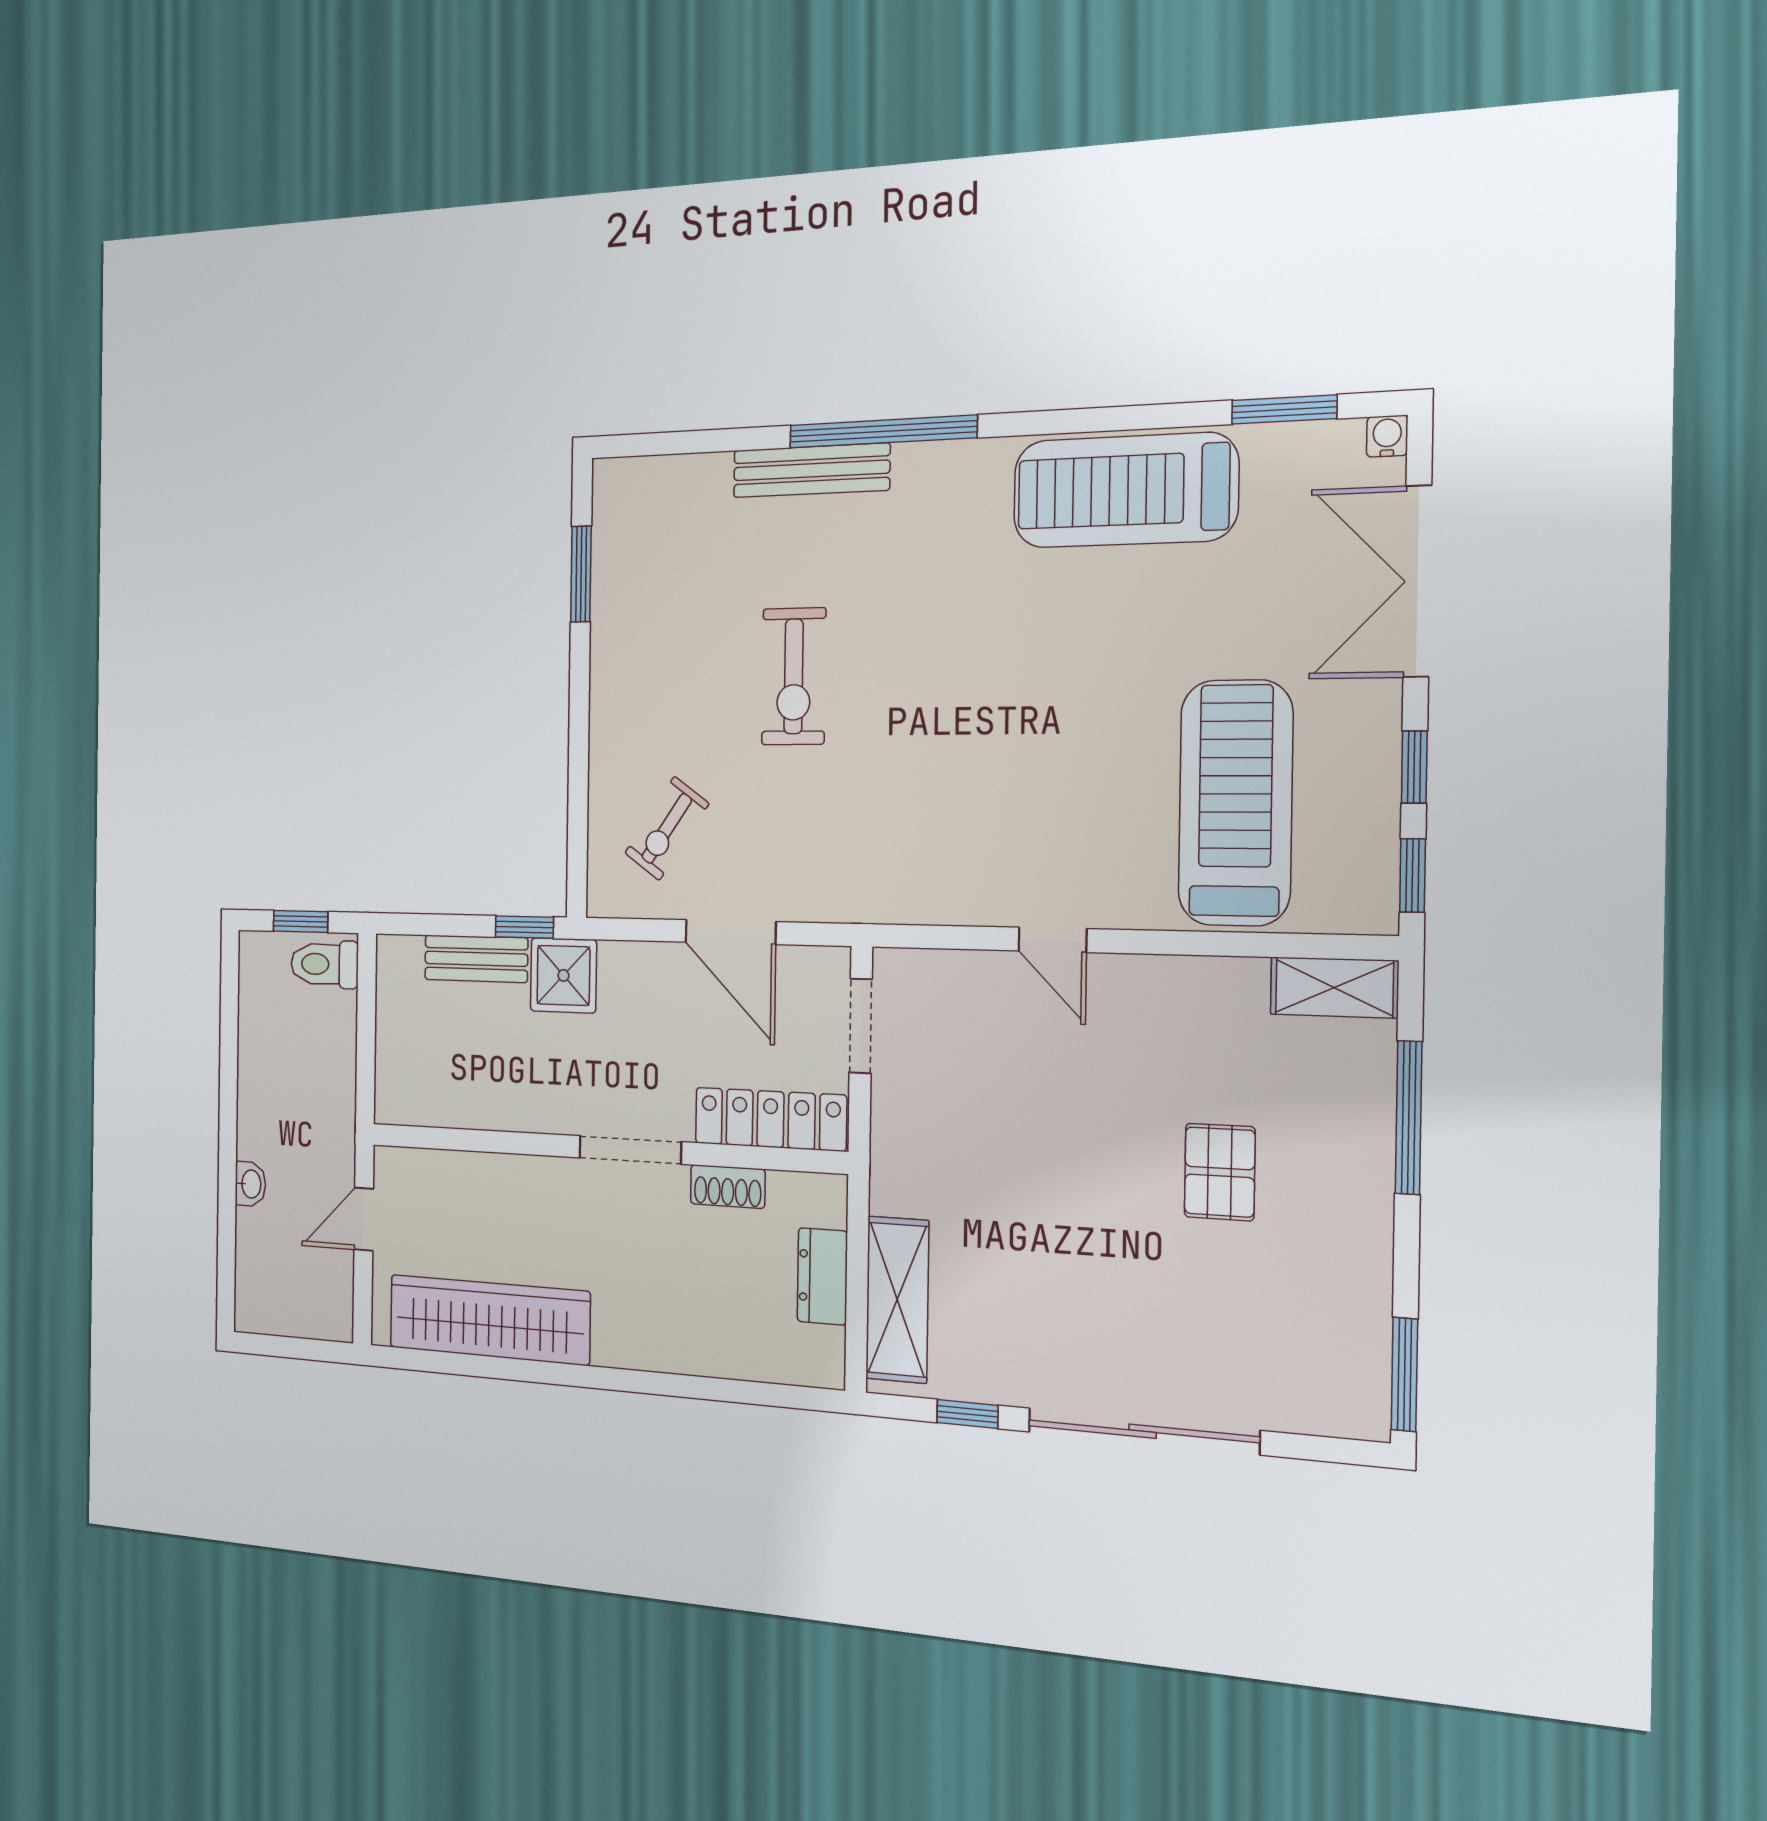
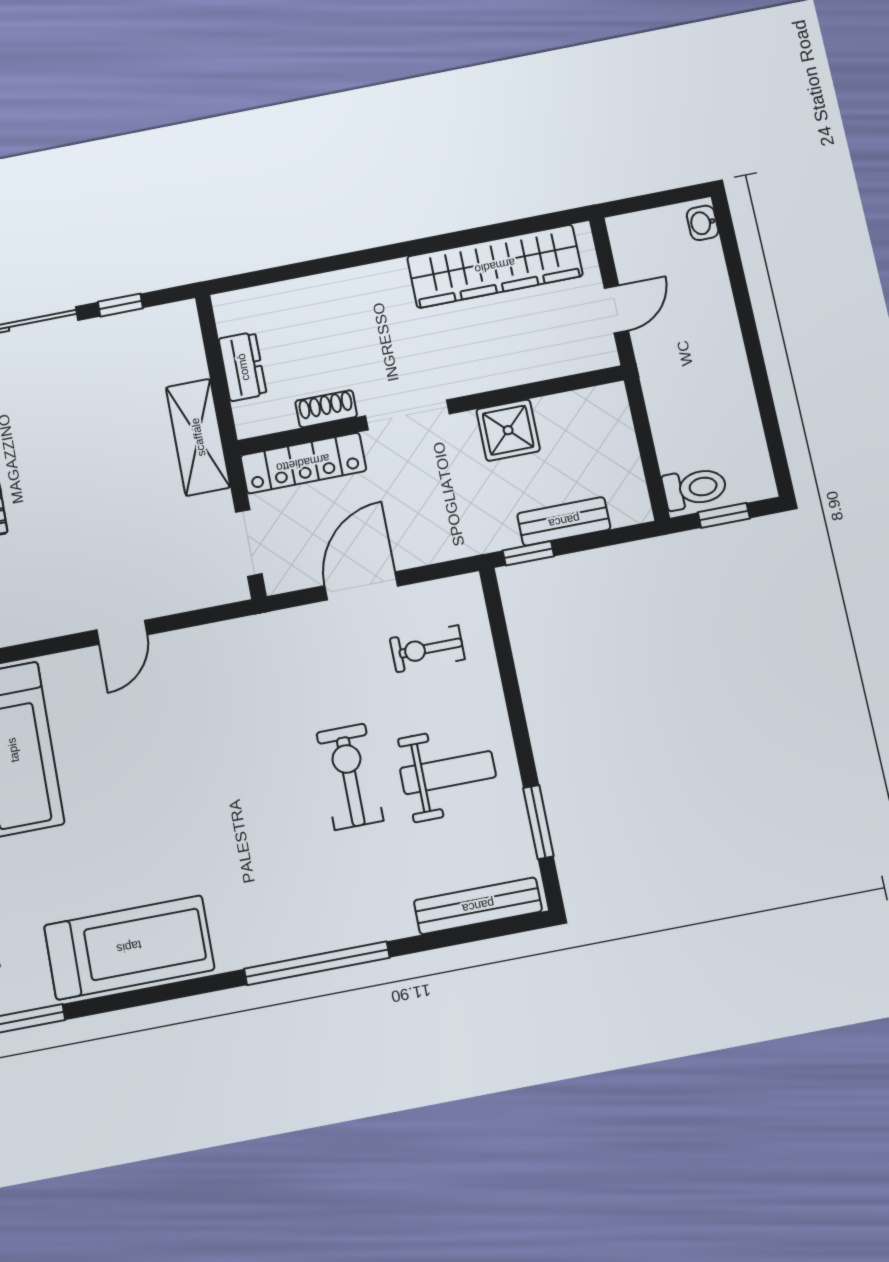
bench: (811, 470) -> (478, 906), moved
weight bench: (674, 659) -> (448, 773), added
exercise bike: (667, 828) -> (427, 649), turned -125
door: (731, 932) -> (361, 586), hinge flipped
door: (1053, 940) -> (122, 632), swing flipped
shower: (563, 975) -> (508, 430), moved
washbasin: (250, 1184) -> (703, 223), moved
shelving: (897, 1300) -> (198, 437), moved

